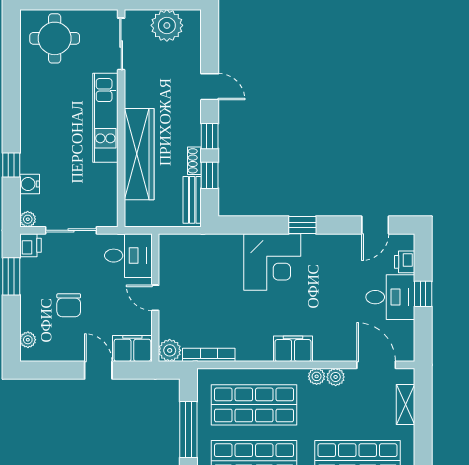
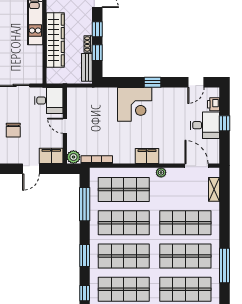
door: (98, 370) -> (31, 169), swing flipped
plant: (336, 377) -> (172, 173), removed

